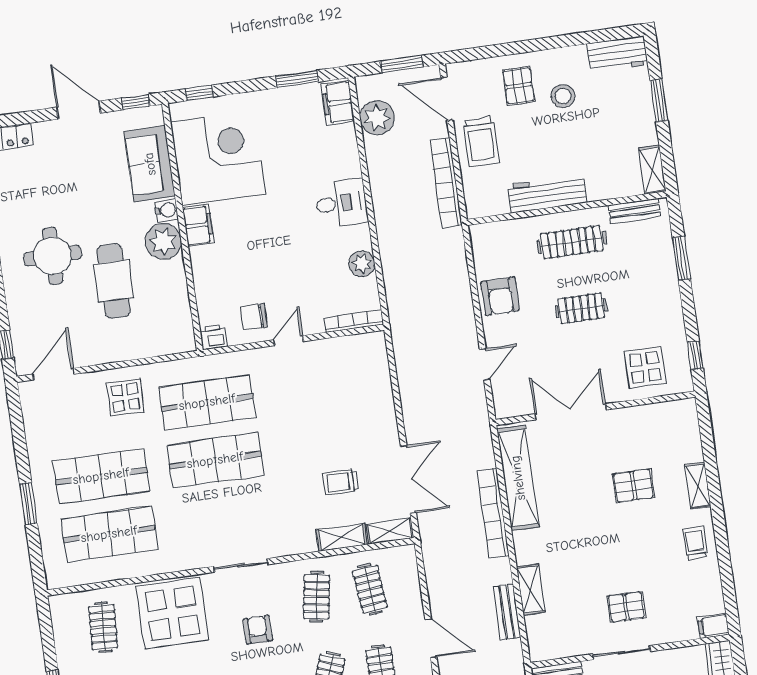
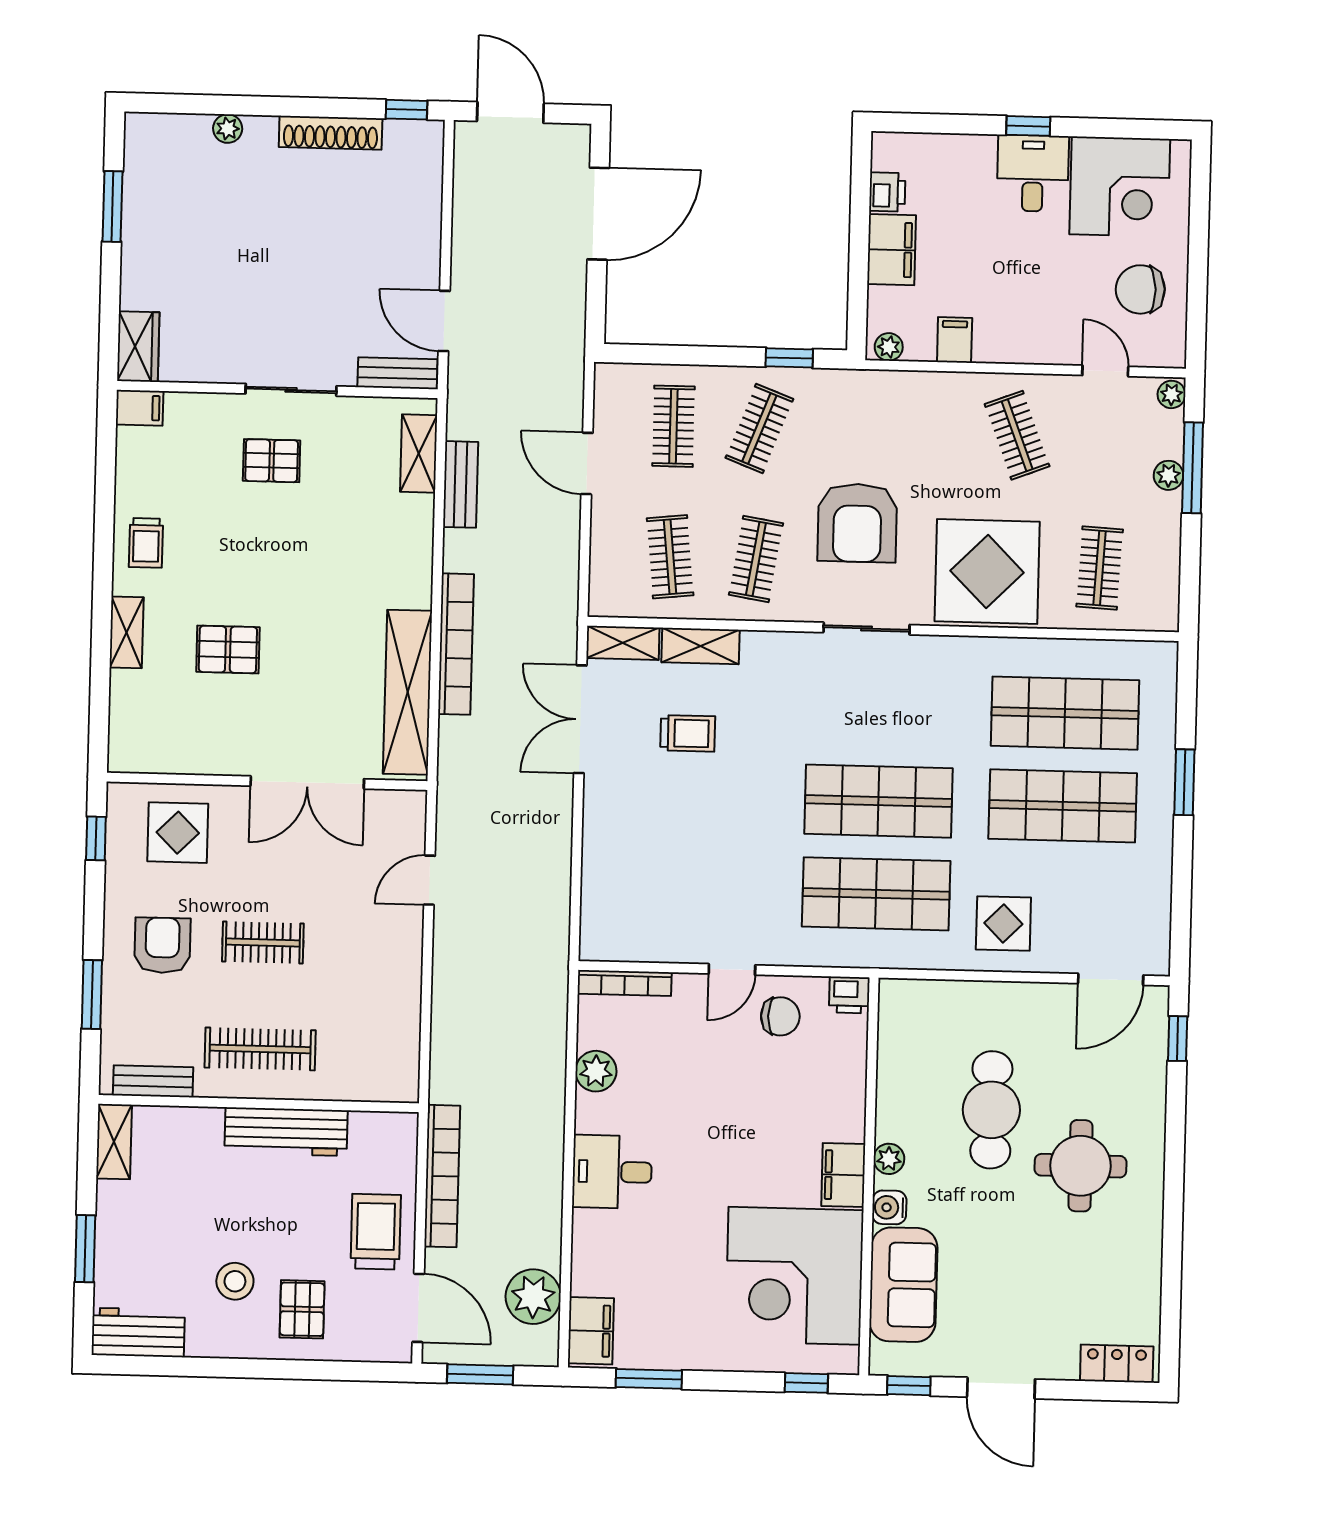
plant: (163, 241) -> (889, 1159), width x0.53, depth x0.53
armchair: (500, 296) -> (162, 945), moved
shelving: (531, 590) -> (419, 454), moved
armchair: (258, 630) -> (857, 523), width x1.88, depth x1.88

